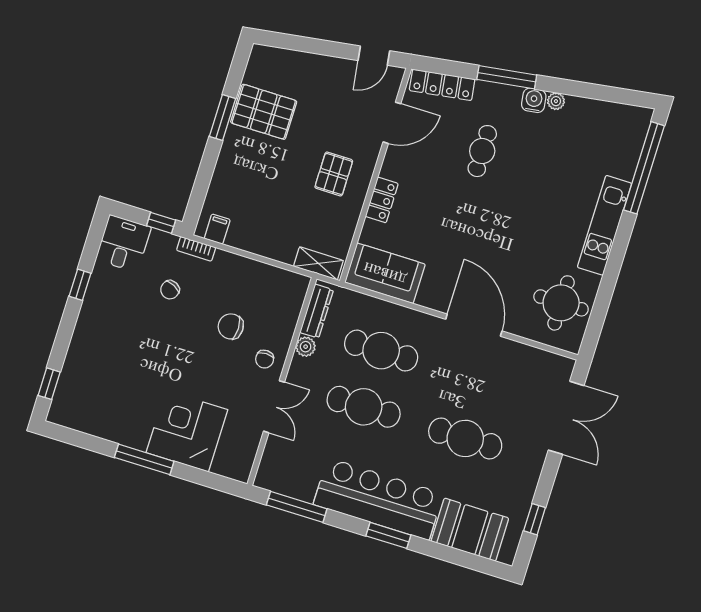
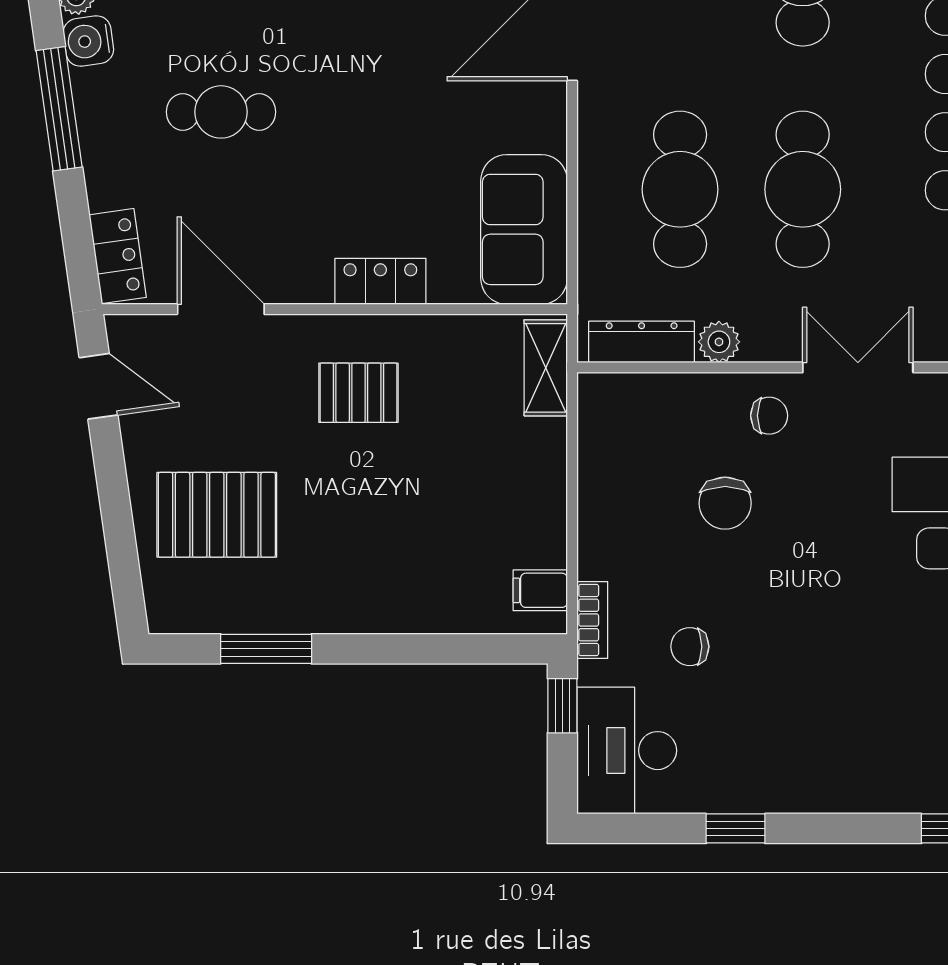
locker: (442, 85) -> (118, 256), width x0.66
pallet: (264, 112) -> (217, 515), moved, turned 90
window: (222, 118) -> (266, 649), moved
desk: (123, 243) -> (627, 751), width x1.37
chair: (170, 290) -> (690, 647), turned 153

